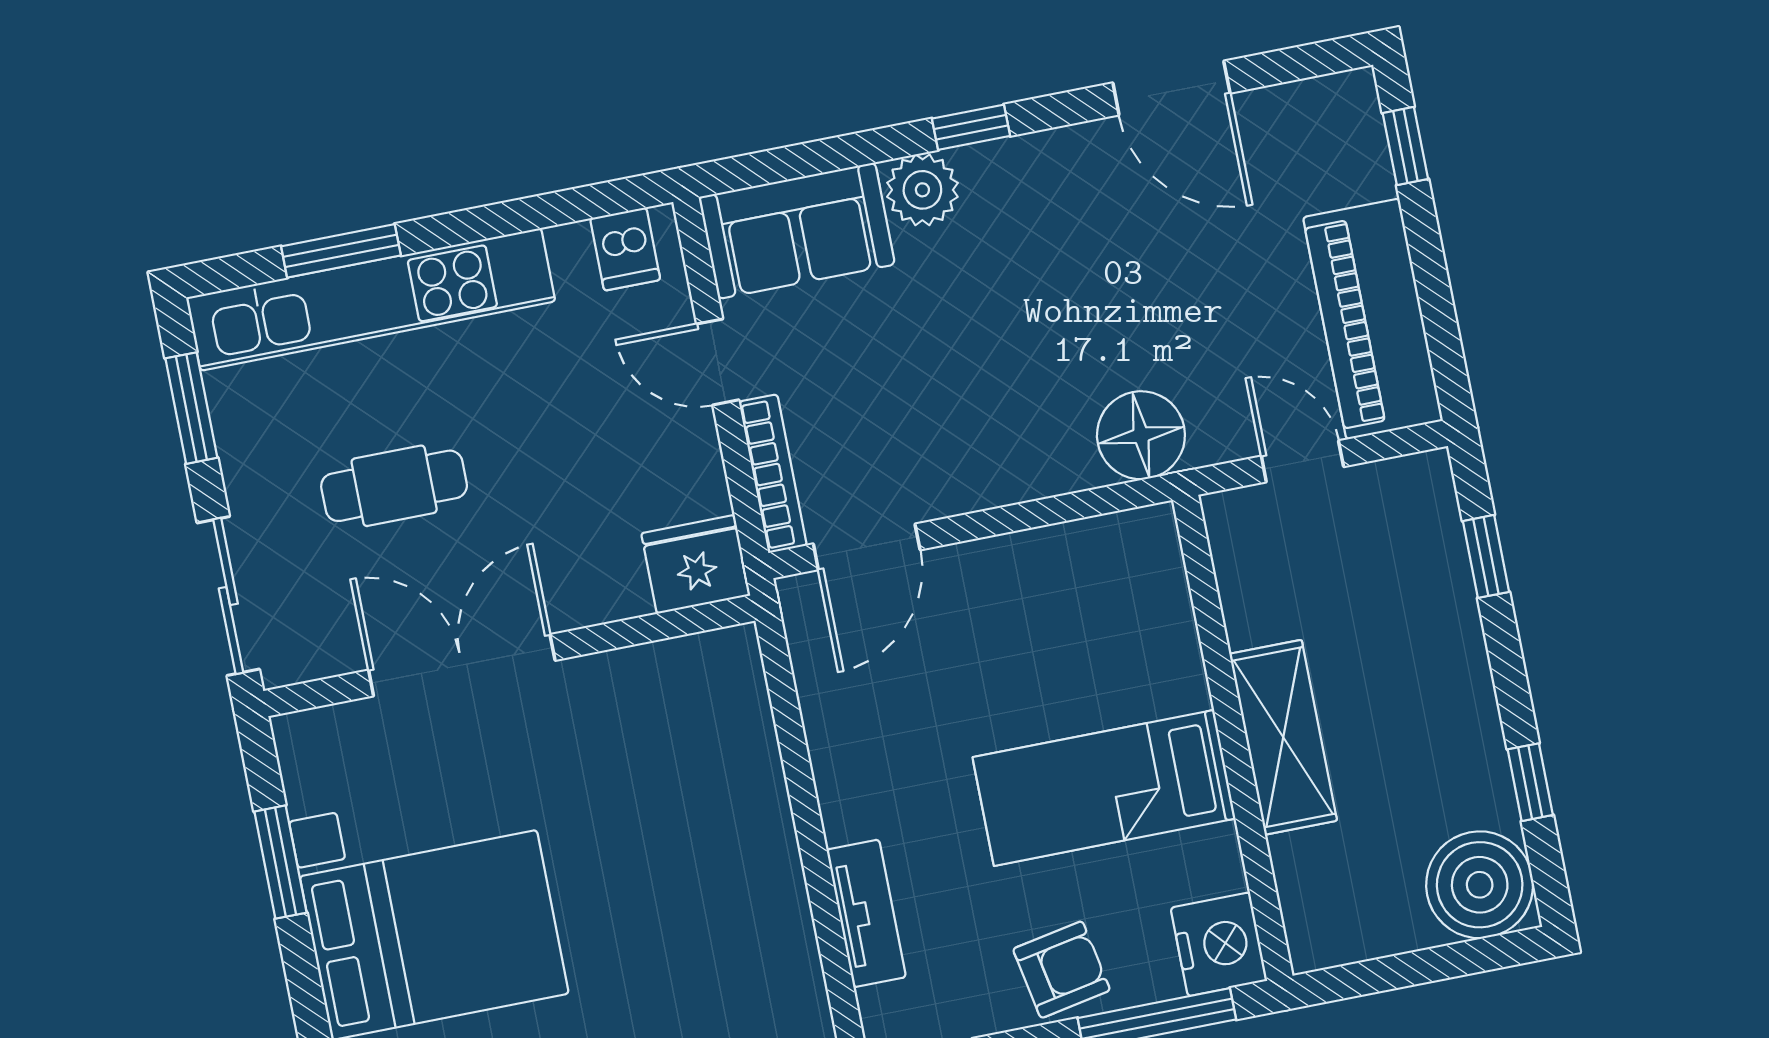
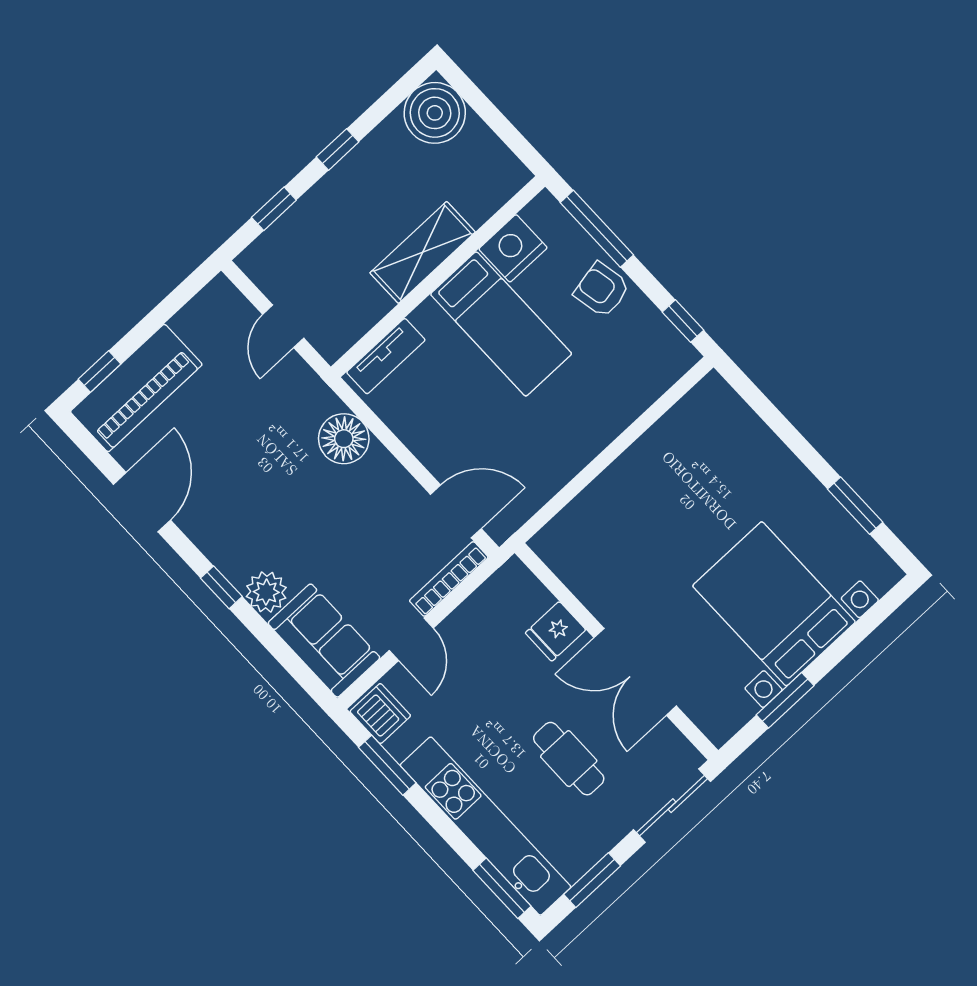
window: (552, 209) -> (387, 765), added
dishwasher: (625, 249) -> (380, 714), width x1.38
window: (341, 251) -> (502, 888), moved
piano: (1373, 319) -> (136, 388), moved
floor lamp: (1141, 435) -> (344, 439), moved
fridge: (696, 564) -> (555, 631), moved, width x0.72
window: (1530, 782) -> (338, 149), moved
tv unit: (866, 913) -> (386, 356), moved, turned 180
nightstand: (1219, 944) -> (513, 248), moved

